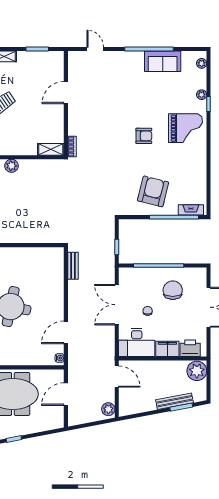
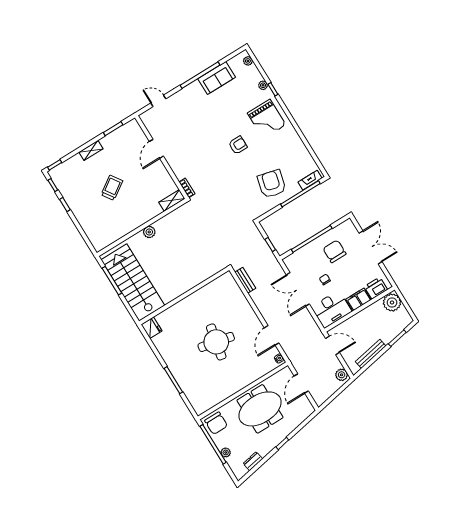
grand piano: (186, 128) -> (267, 119), turned 90
bench: (174, 401) -> (371, 354), moved

